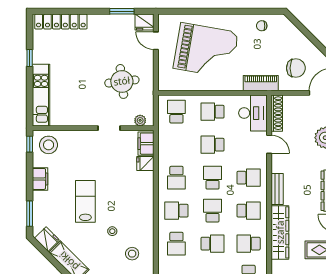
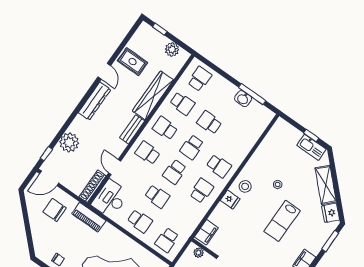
fridge: (145, 164) -> (230, 200), moved
school desk: (176, 244) -> (236, 141), removed
stool: (132, 254) -> (245, 186), moved

